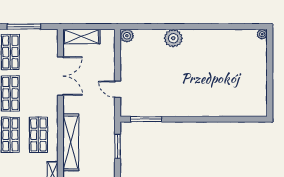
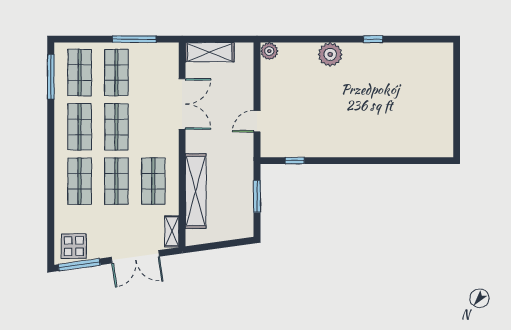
window: (206, 27) -> (373, 39), added
plant: (262, 34) -> (447, 49), removed
door: (118, 89) -> (257, 121), hinge flipped
window: (146, 119) -> (295, 161), width x0.46

